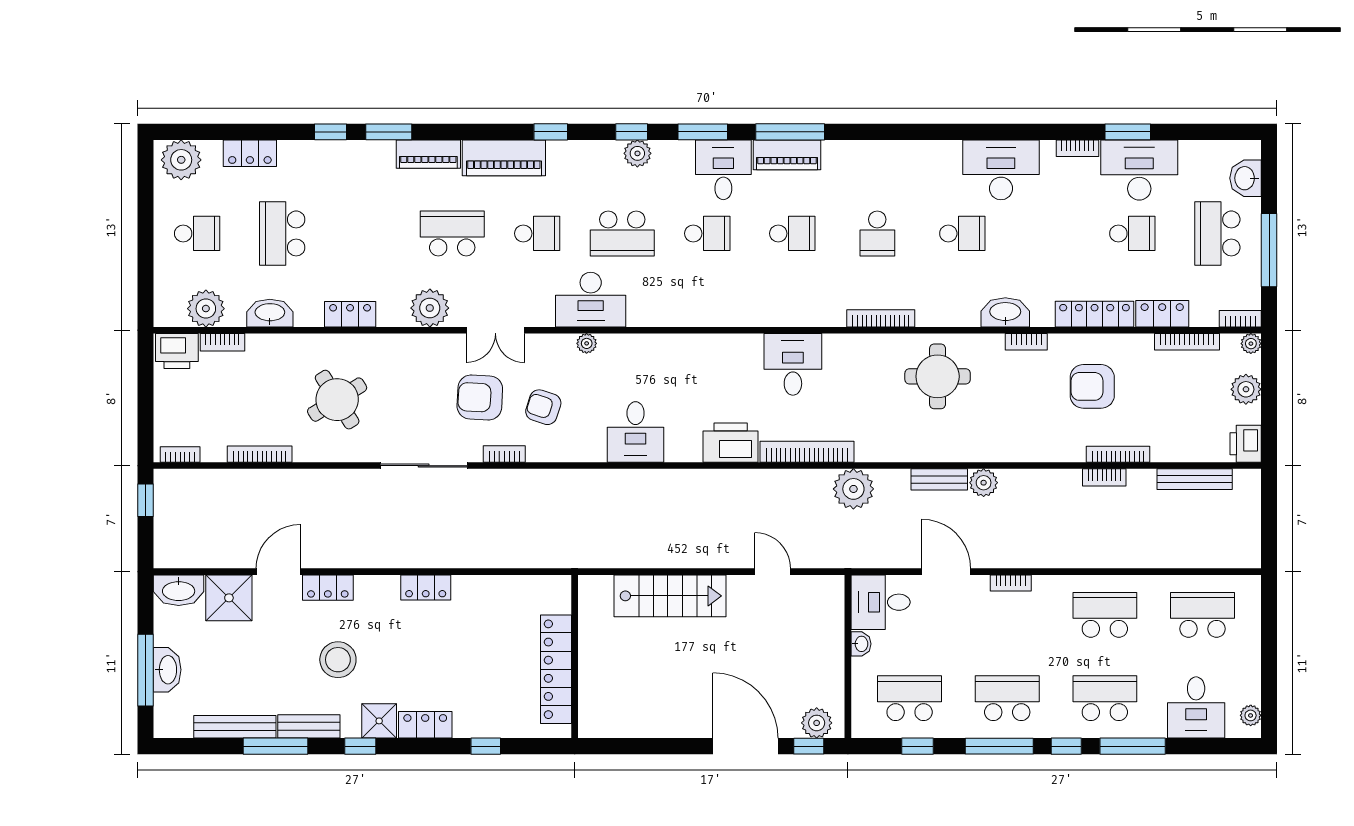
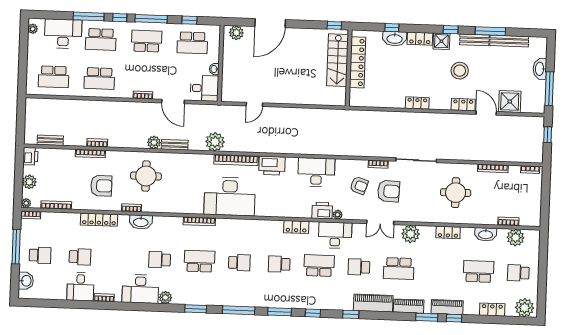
window: (1128, 132) -> (196, 309), moved
plant: (637, 153) -> (165, 297), moved
piano: (787, 155) -> (447, 307), moved
desk: (723, 170) -> (271, 294), removed
desk: (1139, 170) -> (80, 287), width x0.73
school desk: (282, 233) -> (478, 271), turned -90
school desk: (792, 233) -> (239, 263), turned 180
school desk: (877, 233) -> (199, 261), width x1.85
school desk: (1132, 233) -> (80, 257), turned 180
school desk: (1217, 233) -> (40, 255), width x0.54
locker: (1162, 314) -> (296, 227), moved
double door: (495, 330) -> (380, 222), swing flipped
printer: (177, 351) -> (322, 210), moved
desk: (793, 364) -> (230, 196), width x1.87, depth x1.30
round table: (938, 376) -> (146, 176), moved
round table: (337, 400) -> (456, 193), turned 32
desk: (636, 432) -> (316, 172), width x1.37
bench: (1195, 479) -> (50, 140), width x0.73
window: (145, 500) -> (548, 135), moved
door: (278, 572) -> (486, 113), swing flipped
door: (773, 572) -> (254, 104), hinge flipped
washbasin: (179, 590) -> (395, 39), moved, turned 180
stairs: (670, 596) -> (338, 60), moved, turned -90
window: (145, 670) -> (549, 89), moved
school desk: (1007, 698) -> (147, 41), turned 180
desk: (1196, 707) -> (63, 34), width x1.37
door: (745, 746) -> (270, 23), hinge flipped
window: (809, 746) -> (334, 25), moved

